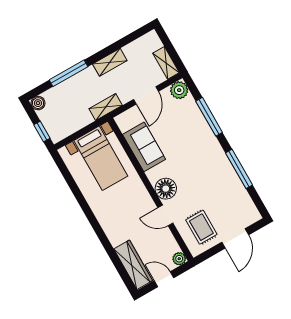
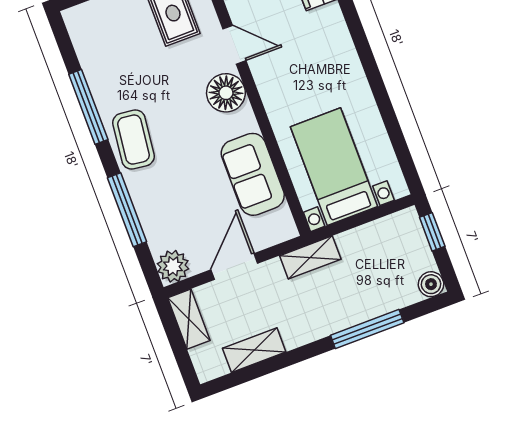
shelving: (110, 62) -> (254, 350), moved
coffee table: (212, 155) -> (134, 140), added

